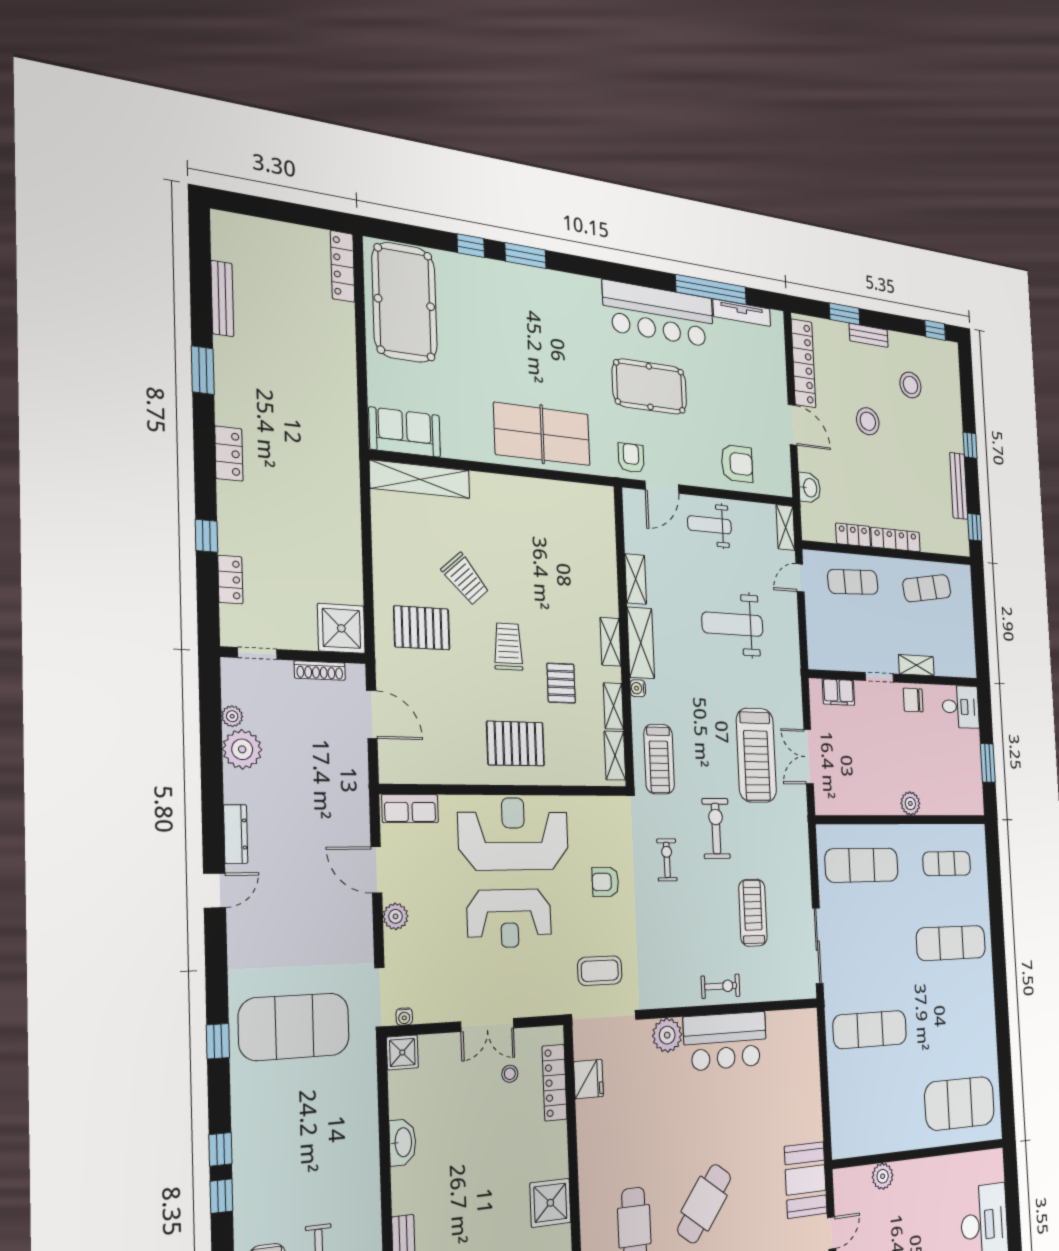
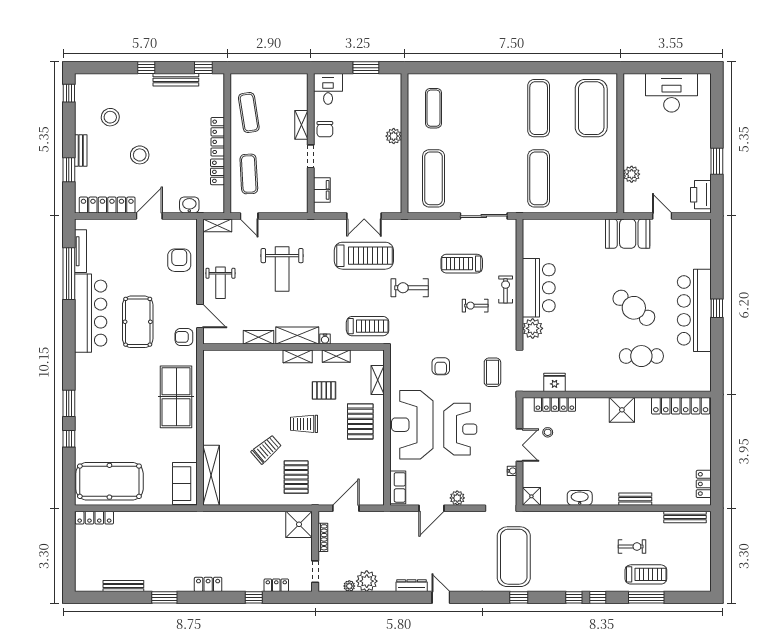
shelving: (615, 756) -> (378, 380), moved, turned 90
exercise bike: (667, 860) -> (475, 306), moved
exercise mat: (951, 943) -> (539, 108), moved
water cooler: (404, 1017) -> (512, 471), moved

